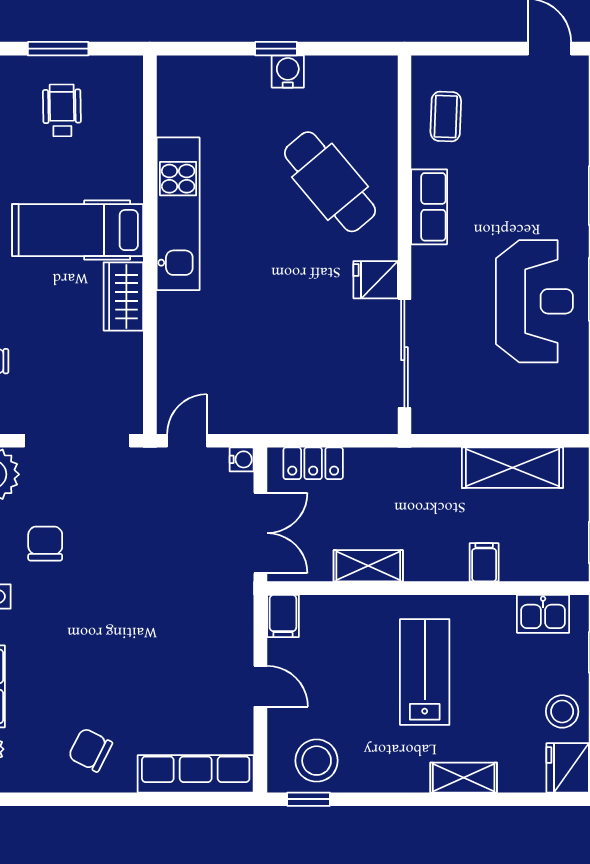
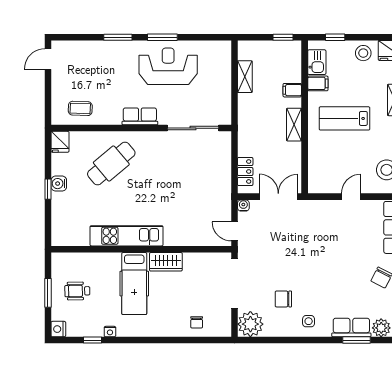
row of seats: (429, 207) -> (140, 116), moved
fridge: (376, 280) -> (60, 142), moved
shelving: (512, 468) -> (245, 77), width x0.67, depth x0.75
shelving: (368, 566) -> (294, 125), moved
filing cabinet: (283, 616) -> (318, 83), moved

